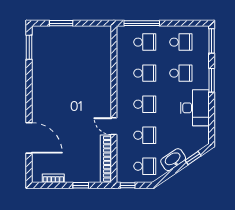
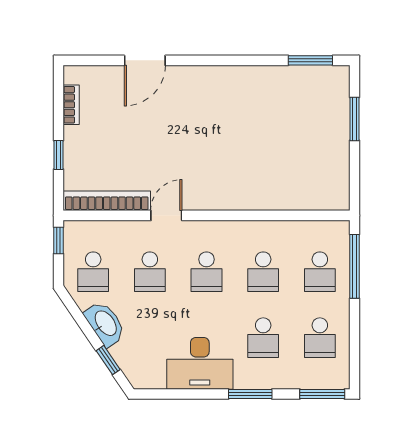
door: (29, 138) -> (145, 60), width x0.73

